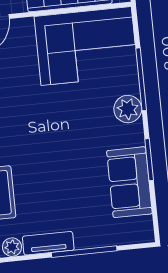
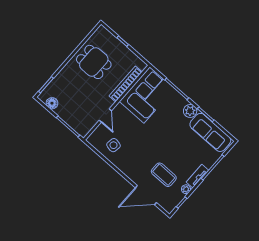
plant: (128, 109) -> (190, 111), moved
sofa: (129, 182) -> (210, 132), width x1.36

